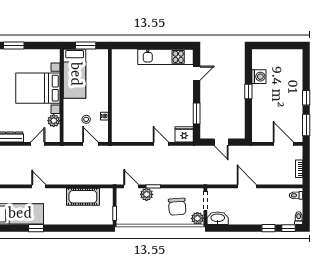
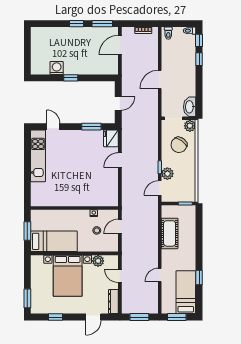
chair: (177, 207) -> (179, 145), turned 129

